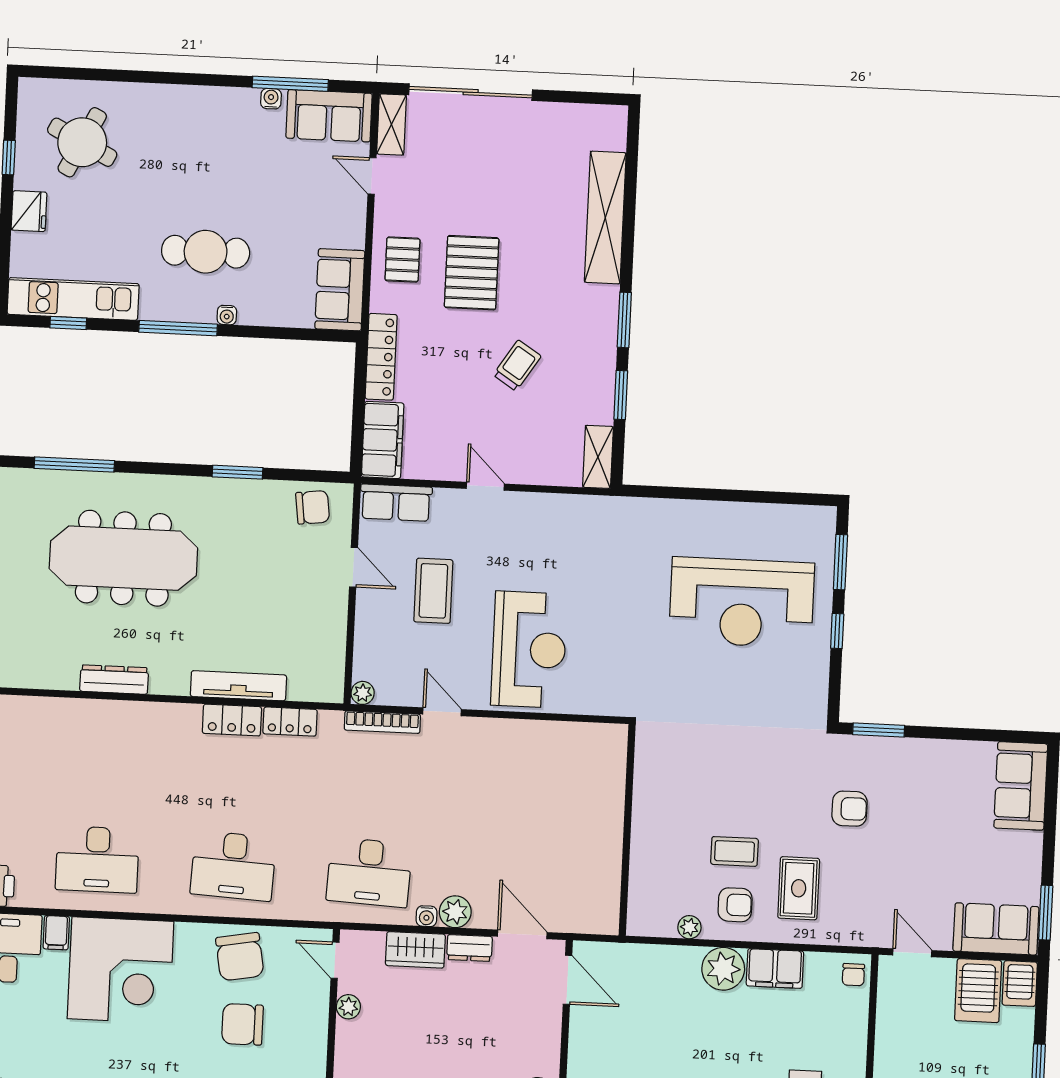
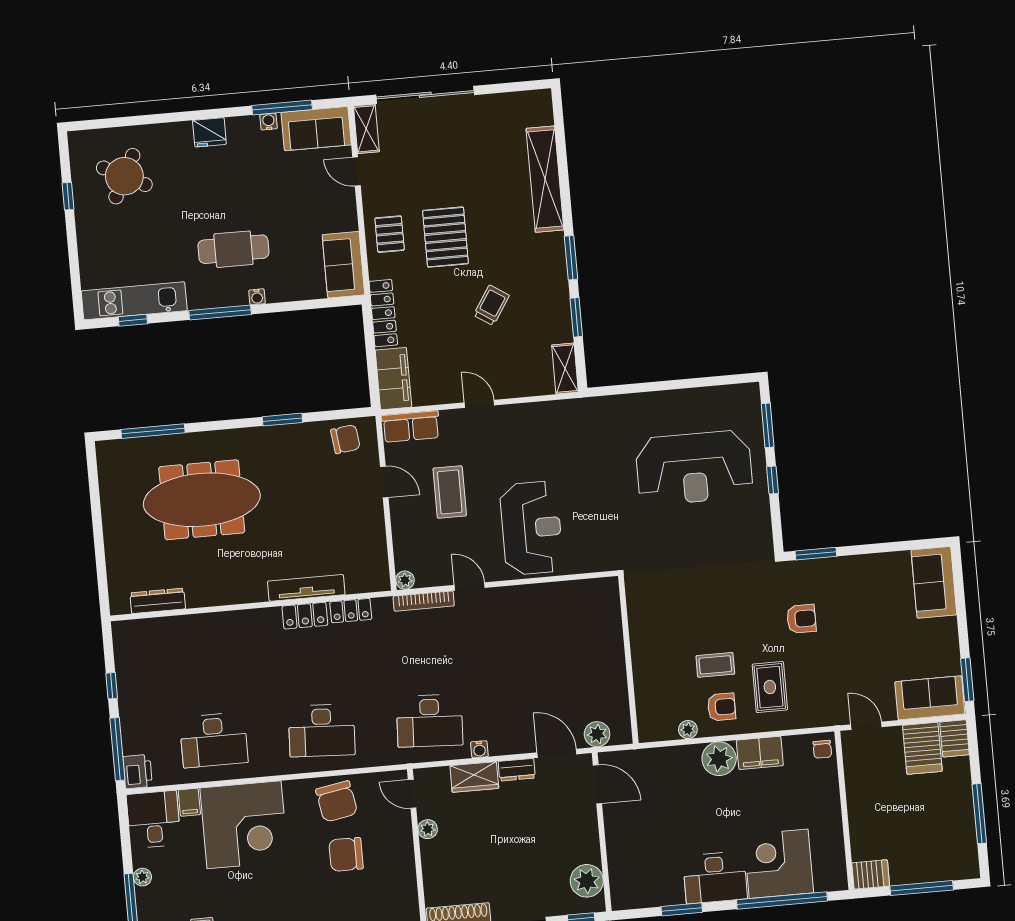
fridge: (29, 211) -> (209, 132), moved, turned 90
dresser: (114, 680) -> (158, 601), moved
plant: (455, 912) -> (597, 734), moved

